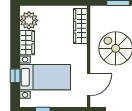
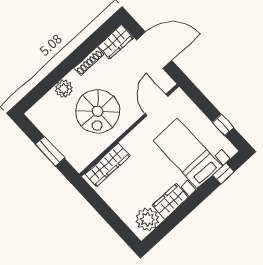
window: (15, 76) -> (223, 174), moved
door: (89, 85) -> (156, 105), hinge flipped

